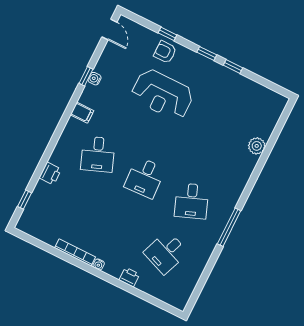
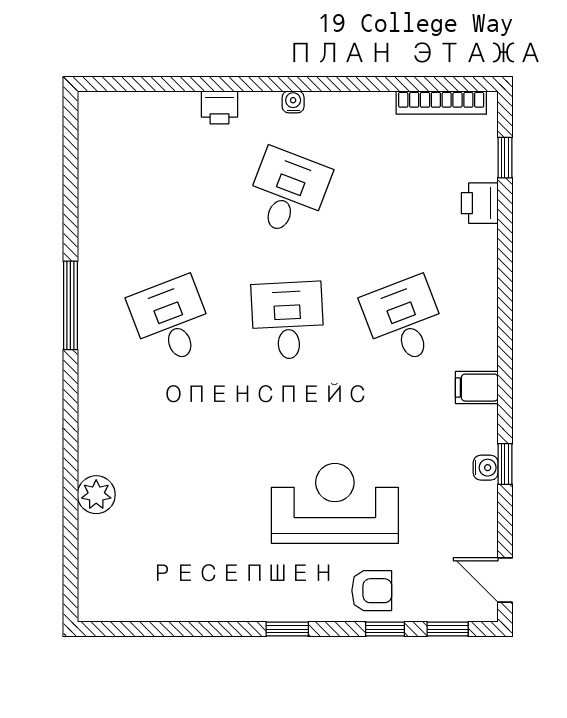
window: (233, 67) -> (448, 629), moved
printer: (50, 174) -> (480, 203), moved
bookcase: (75, 252) -> (441, 103), moved
desk: (166, 252) -> (288, 193), moved

